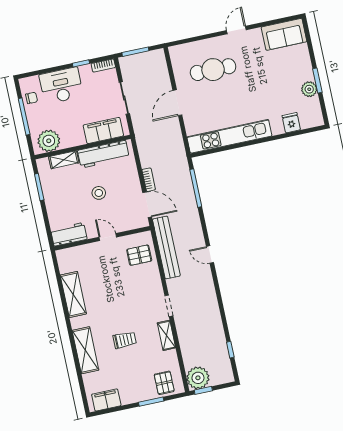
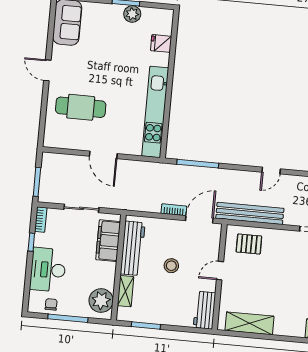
cafe table: (213, 70) -> (81, 107), turned 90
pallet: (139, 255) -> (249, 244), turned 90
shelving: (73, 294) -> (249, 323), moved

